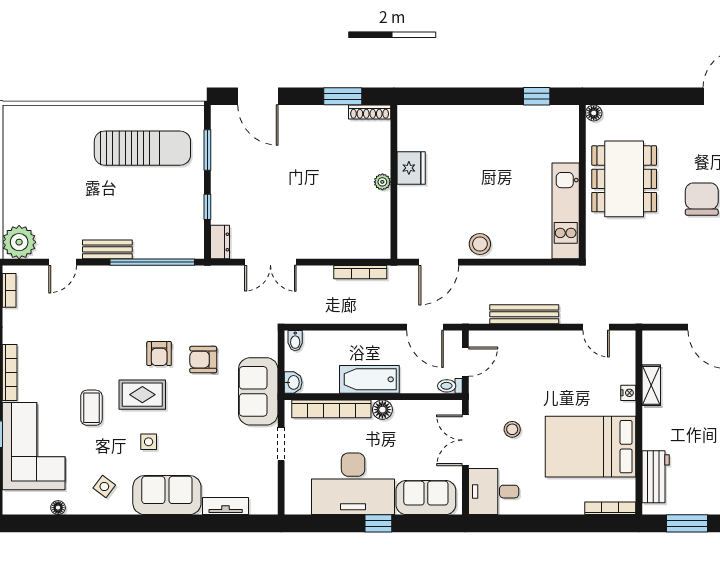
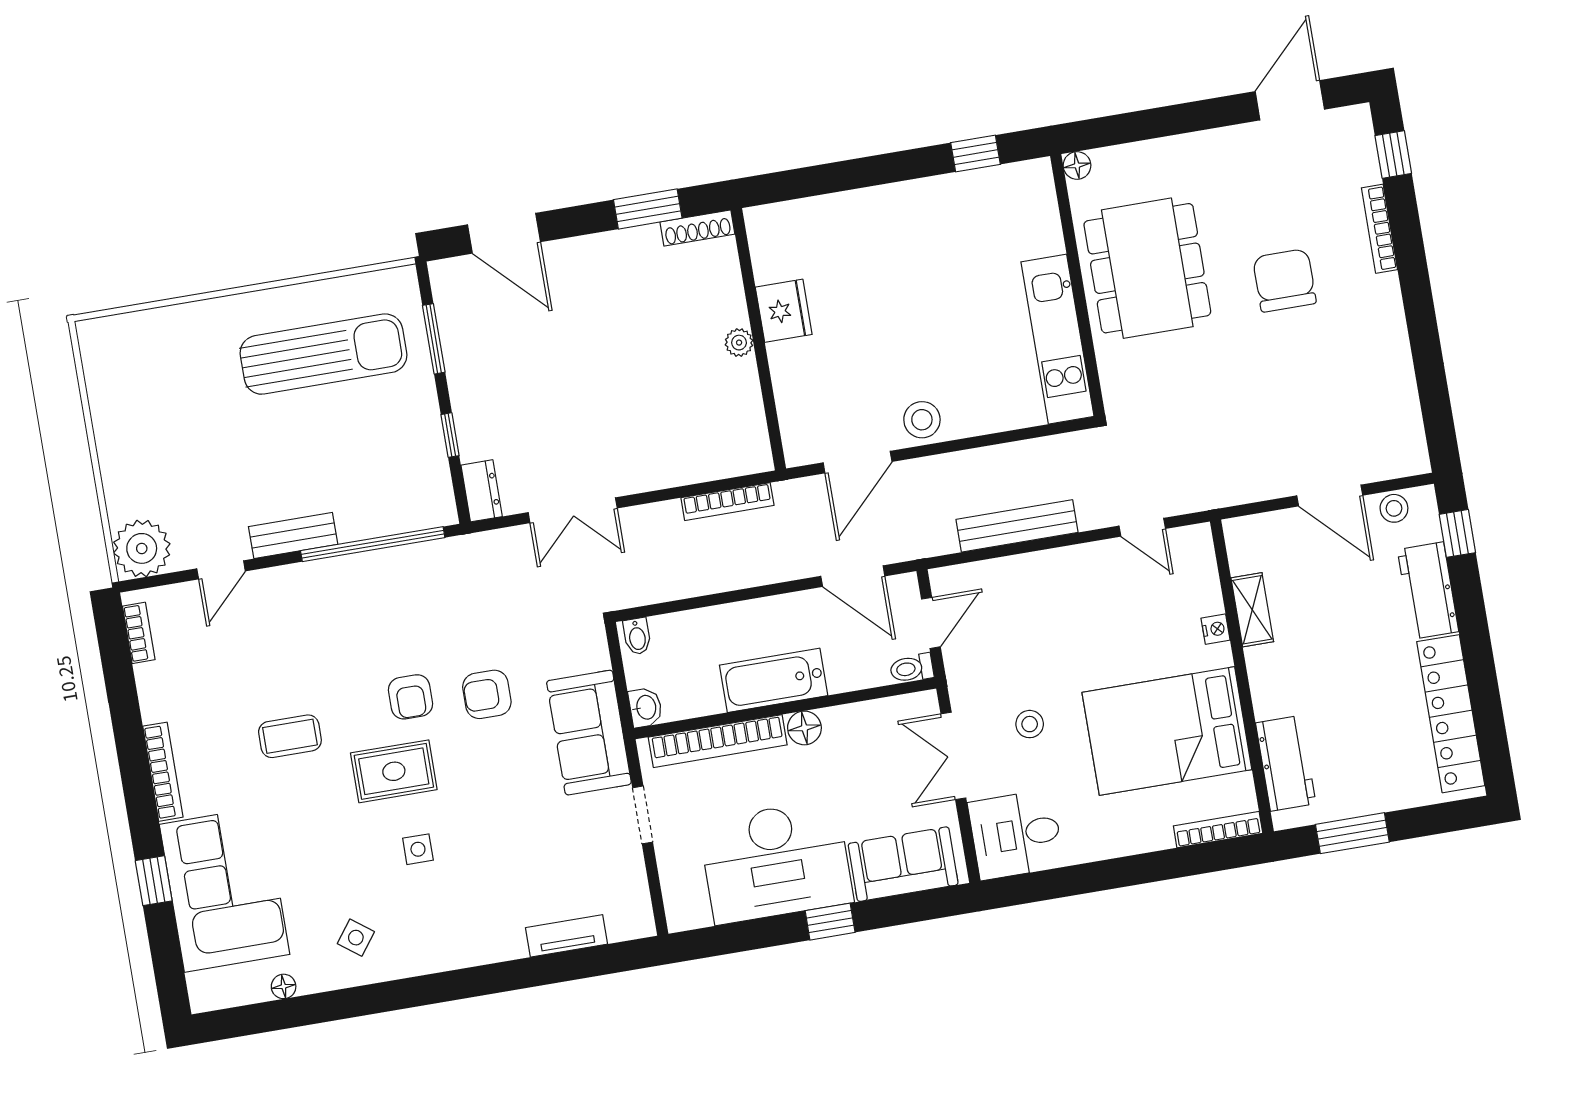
coffee table: (91, 408) -> (290, 736), moved, turned 90
sofa: (167, 495) -> (464, 934), removed

